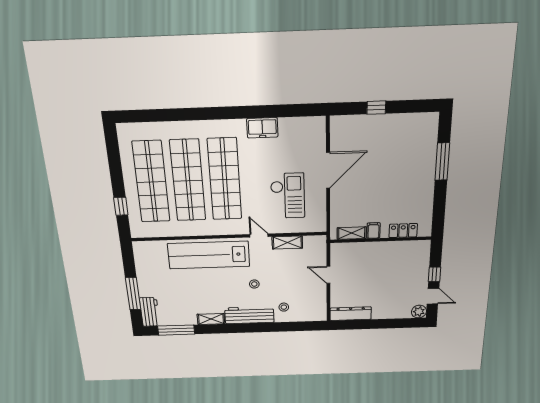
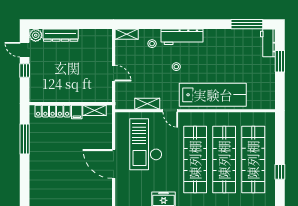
window: (442, 162) -> (25, 139), moved
door: (328, 170) -> (114, 164), hinge flipped
checkout: (288, 196) -> (146, 144), width x1.36, depth x1.21
window: (121, 206) -> (280, 172), moved
locker: (403, 231) -> (53, 111), width x1.53
window: (133, 293) -> (280, 61), width x0.69
dresser: (351, 314) -> (61, 35), moved
shelving: (211, 319) -> (127, 34), moved

